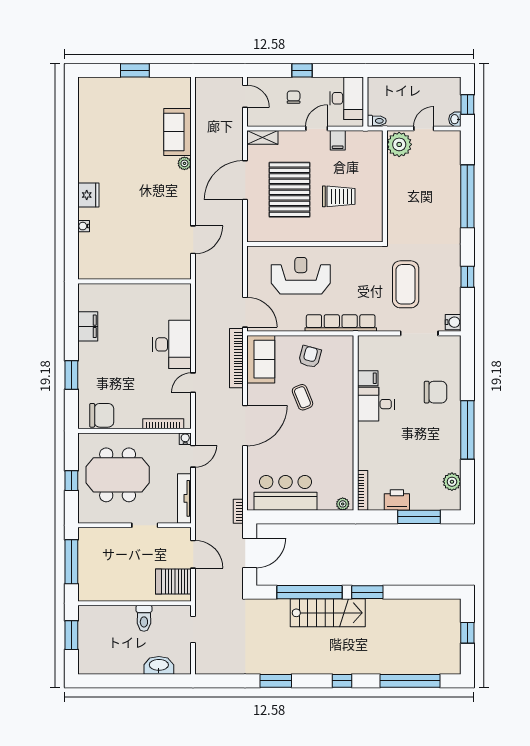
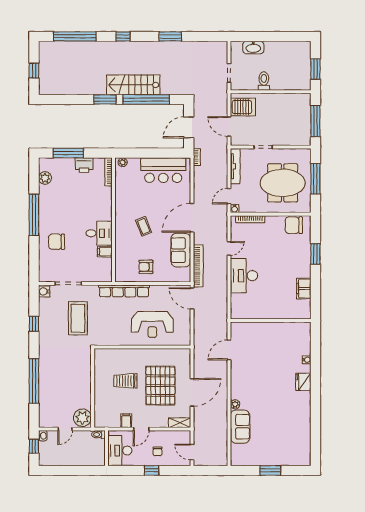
armchair: (310, 357) -> (146, 267), turned 75
sofa: (261, 359) -> (181, 250), moved
coffee table: (302, 397) -> (144, 226), moved
window: (71, 481) -> (315, 179), width x2.17

